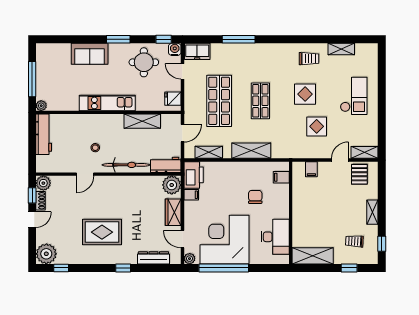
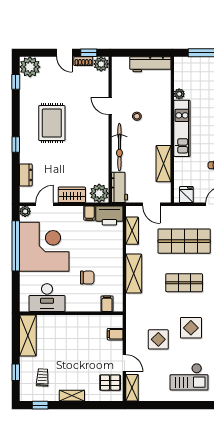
plant: (41, 106) -> (179, 94), moved
dresser: (153, 258) -> (26, 175), width x0.70

